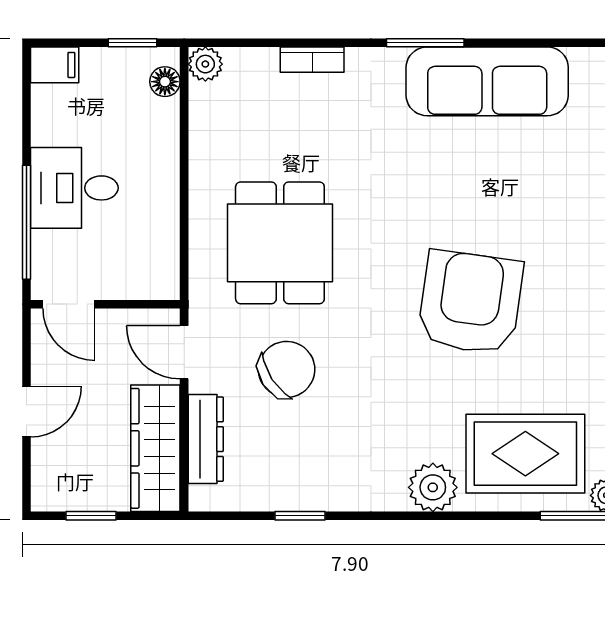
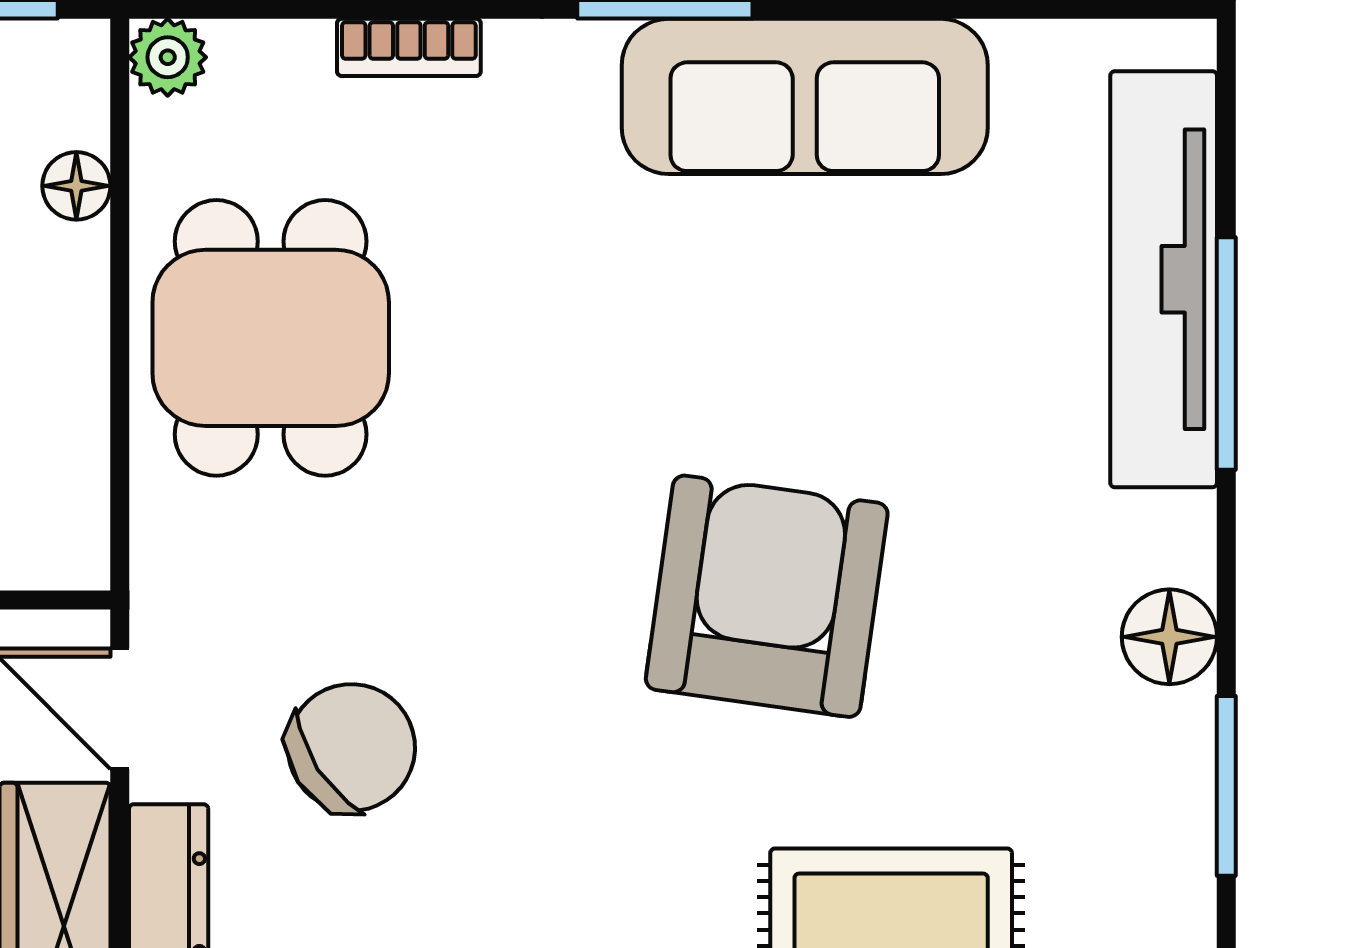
floor lamp: (165, 82) -> (76, 186), moved
dining table: (280, 243) -> (271, 338), moved

